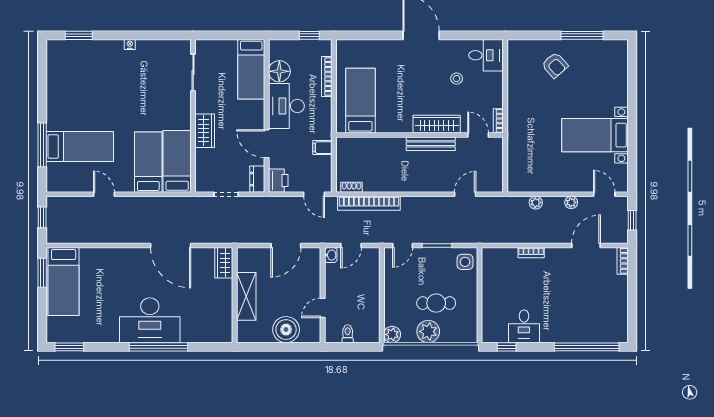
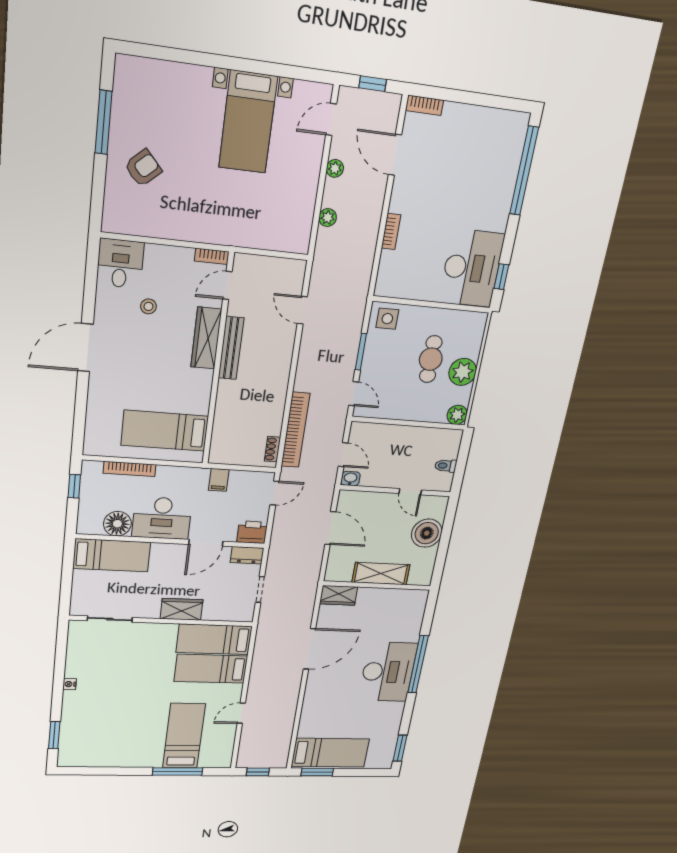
desk: (524, 326) -> (472, 268), width x1.87, depth x1.30

